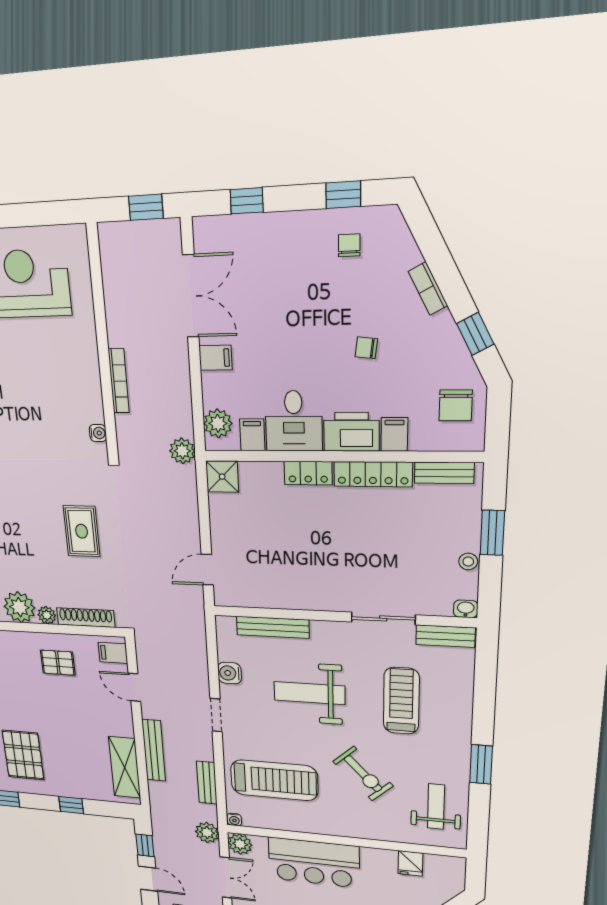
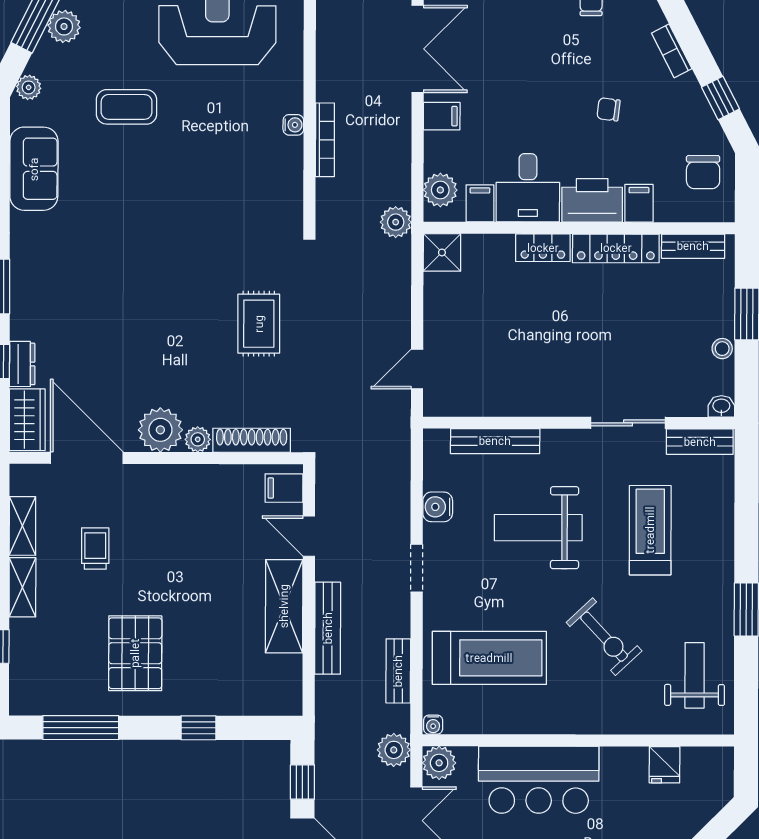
water cooler: (98, 433) -> (293, 125), moved
pallet: (58, 663) -> (205, 507), removed
shelving: (125, 767) -> (284, 606), moved

